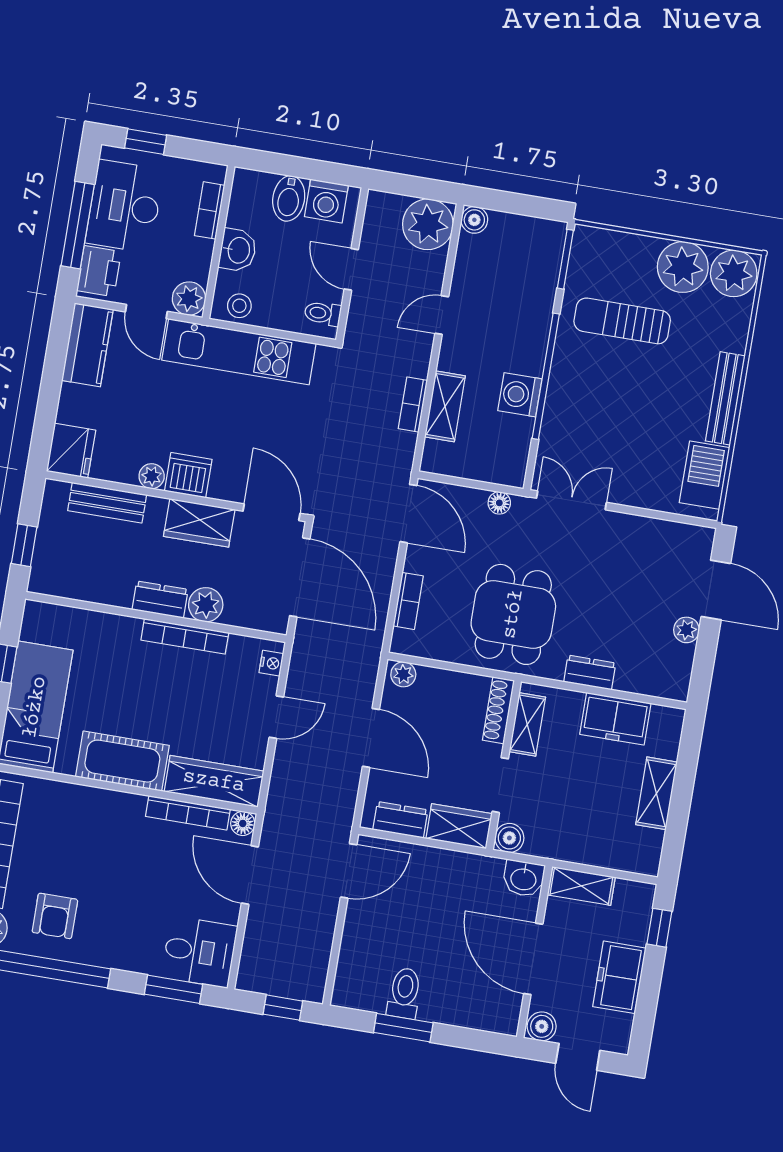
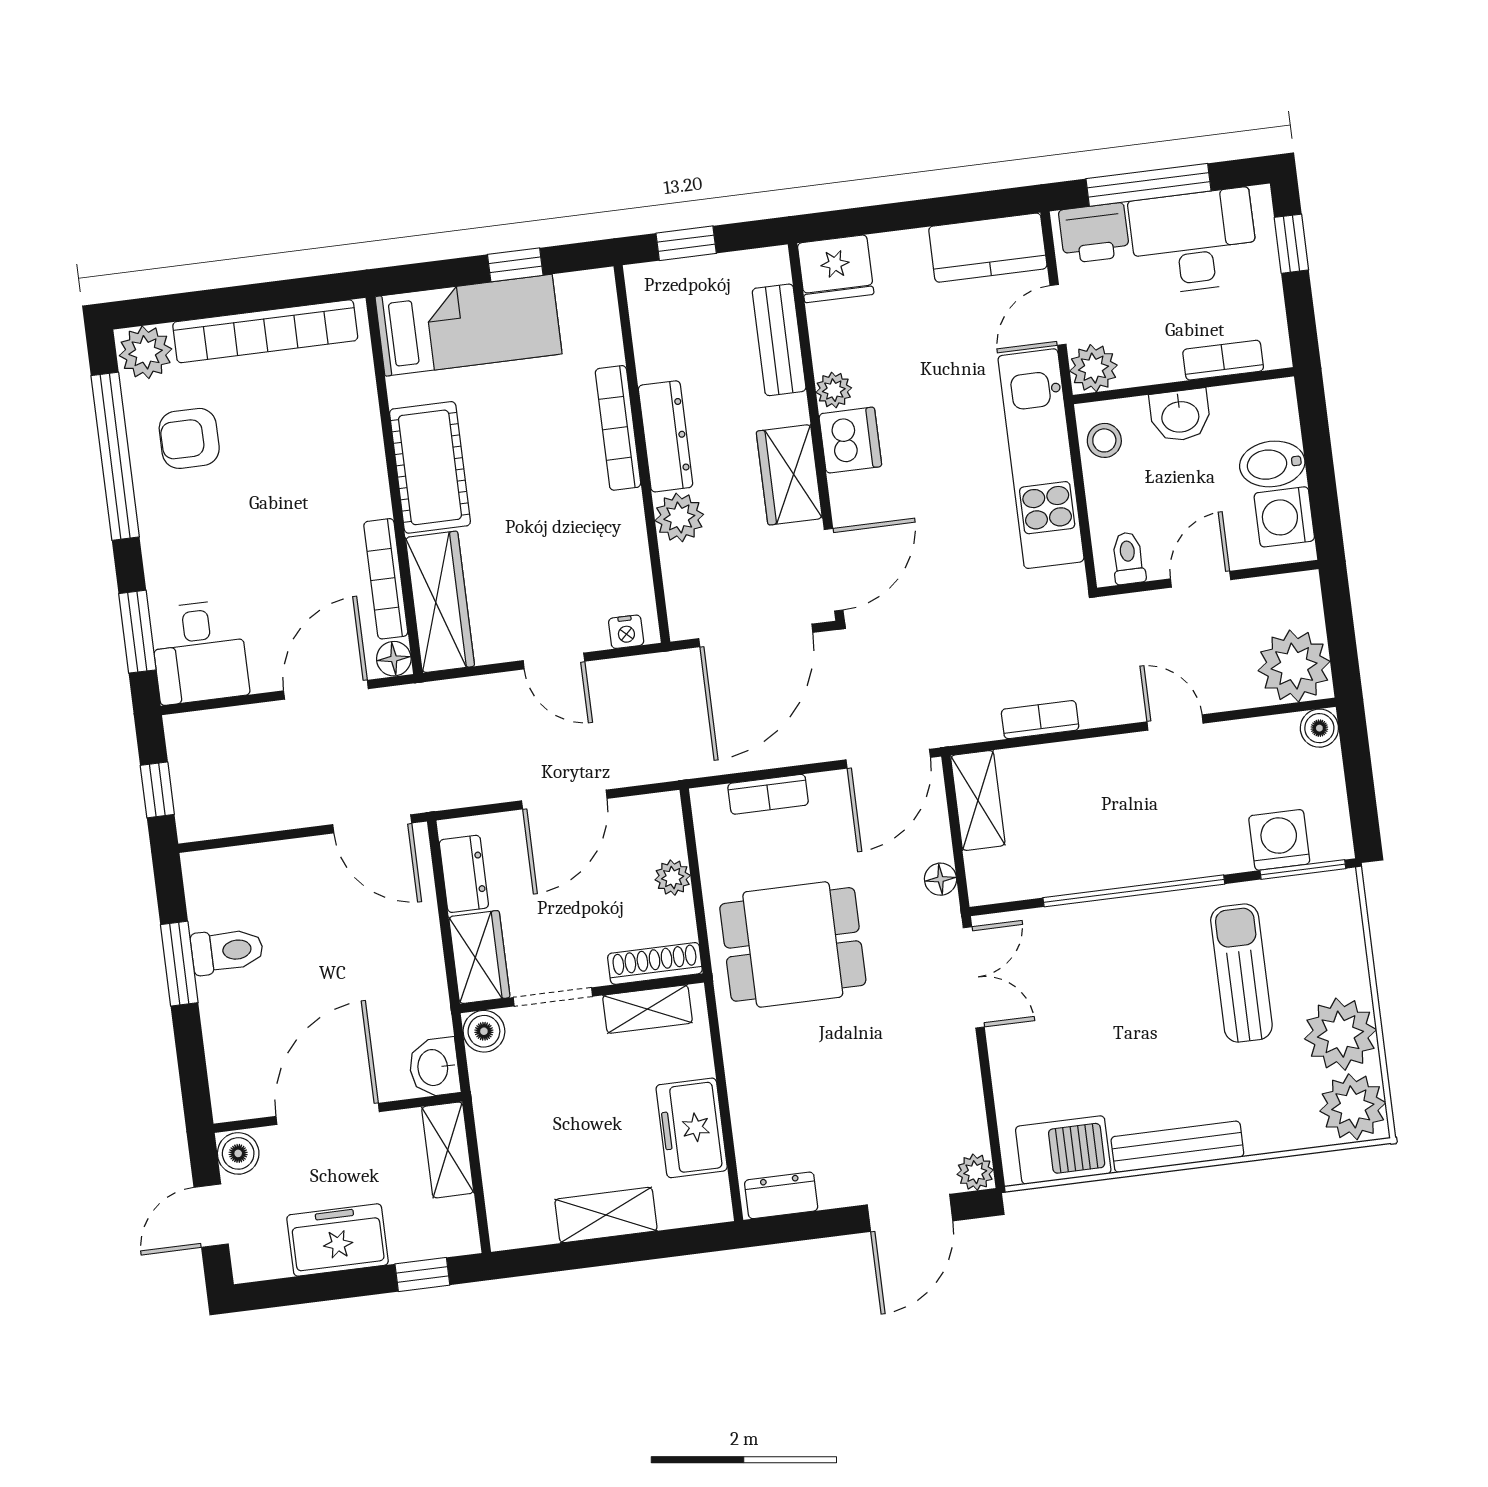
washing machine: (520, 395) -> (1279, 840), moved
shelving: (445, 406) -> (978, 800), moved, turned 90
dresser: (160, 600) -> (666, 436), width x1.44
plant: (686, 630) -> (975, 1172), moved
bookcase: (185, 636) -> (618, 428), moved
dresser: (590, 673) -> (781, 1195), moved, turned -90
plant: (403, 674) -> (673, 878), moved

